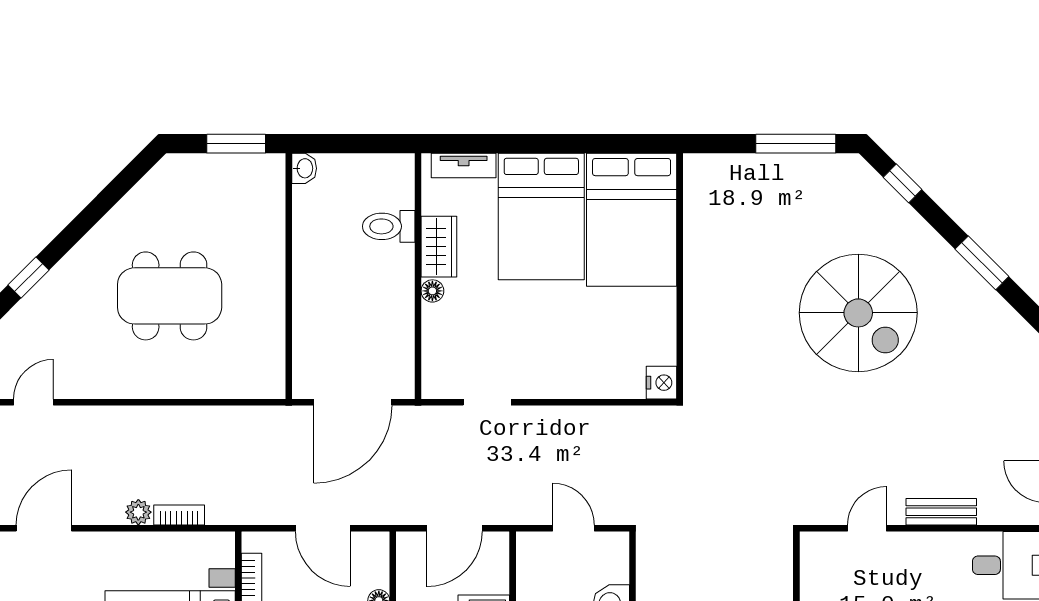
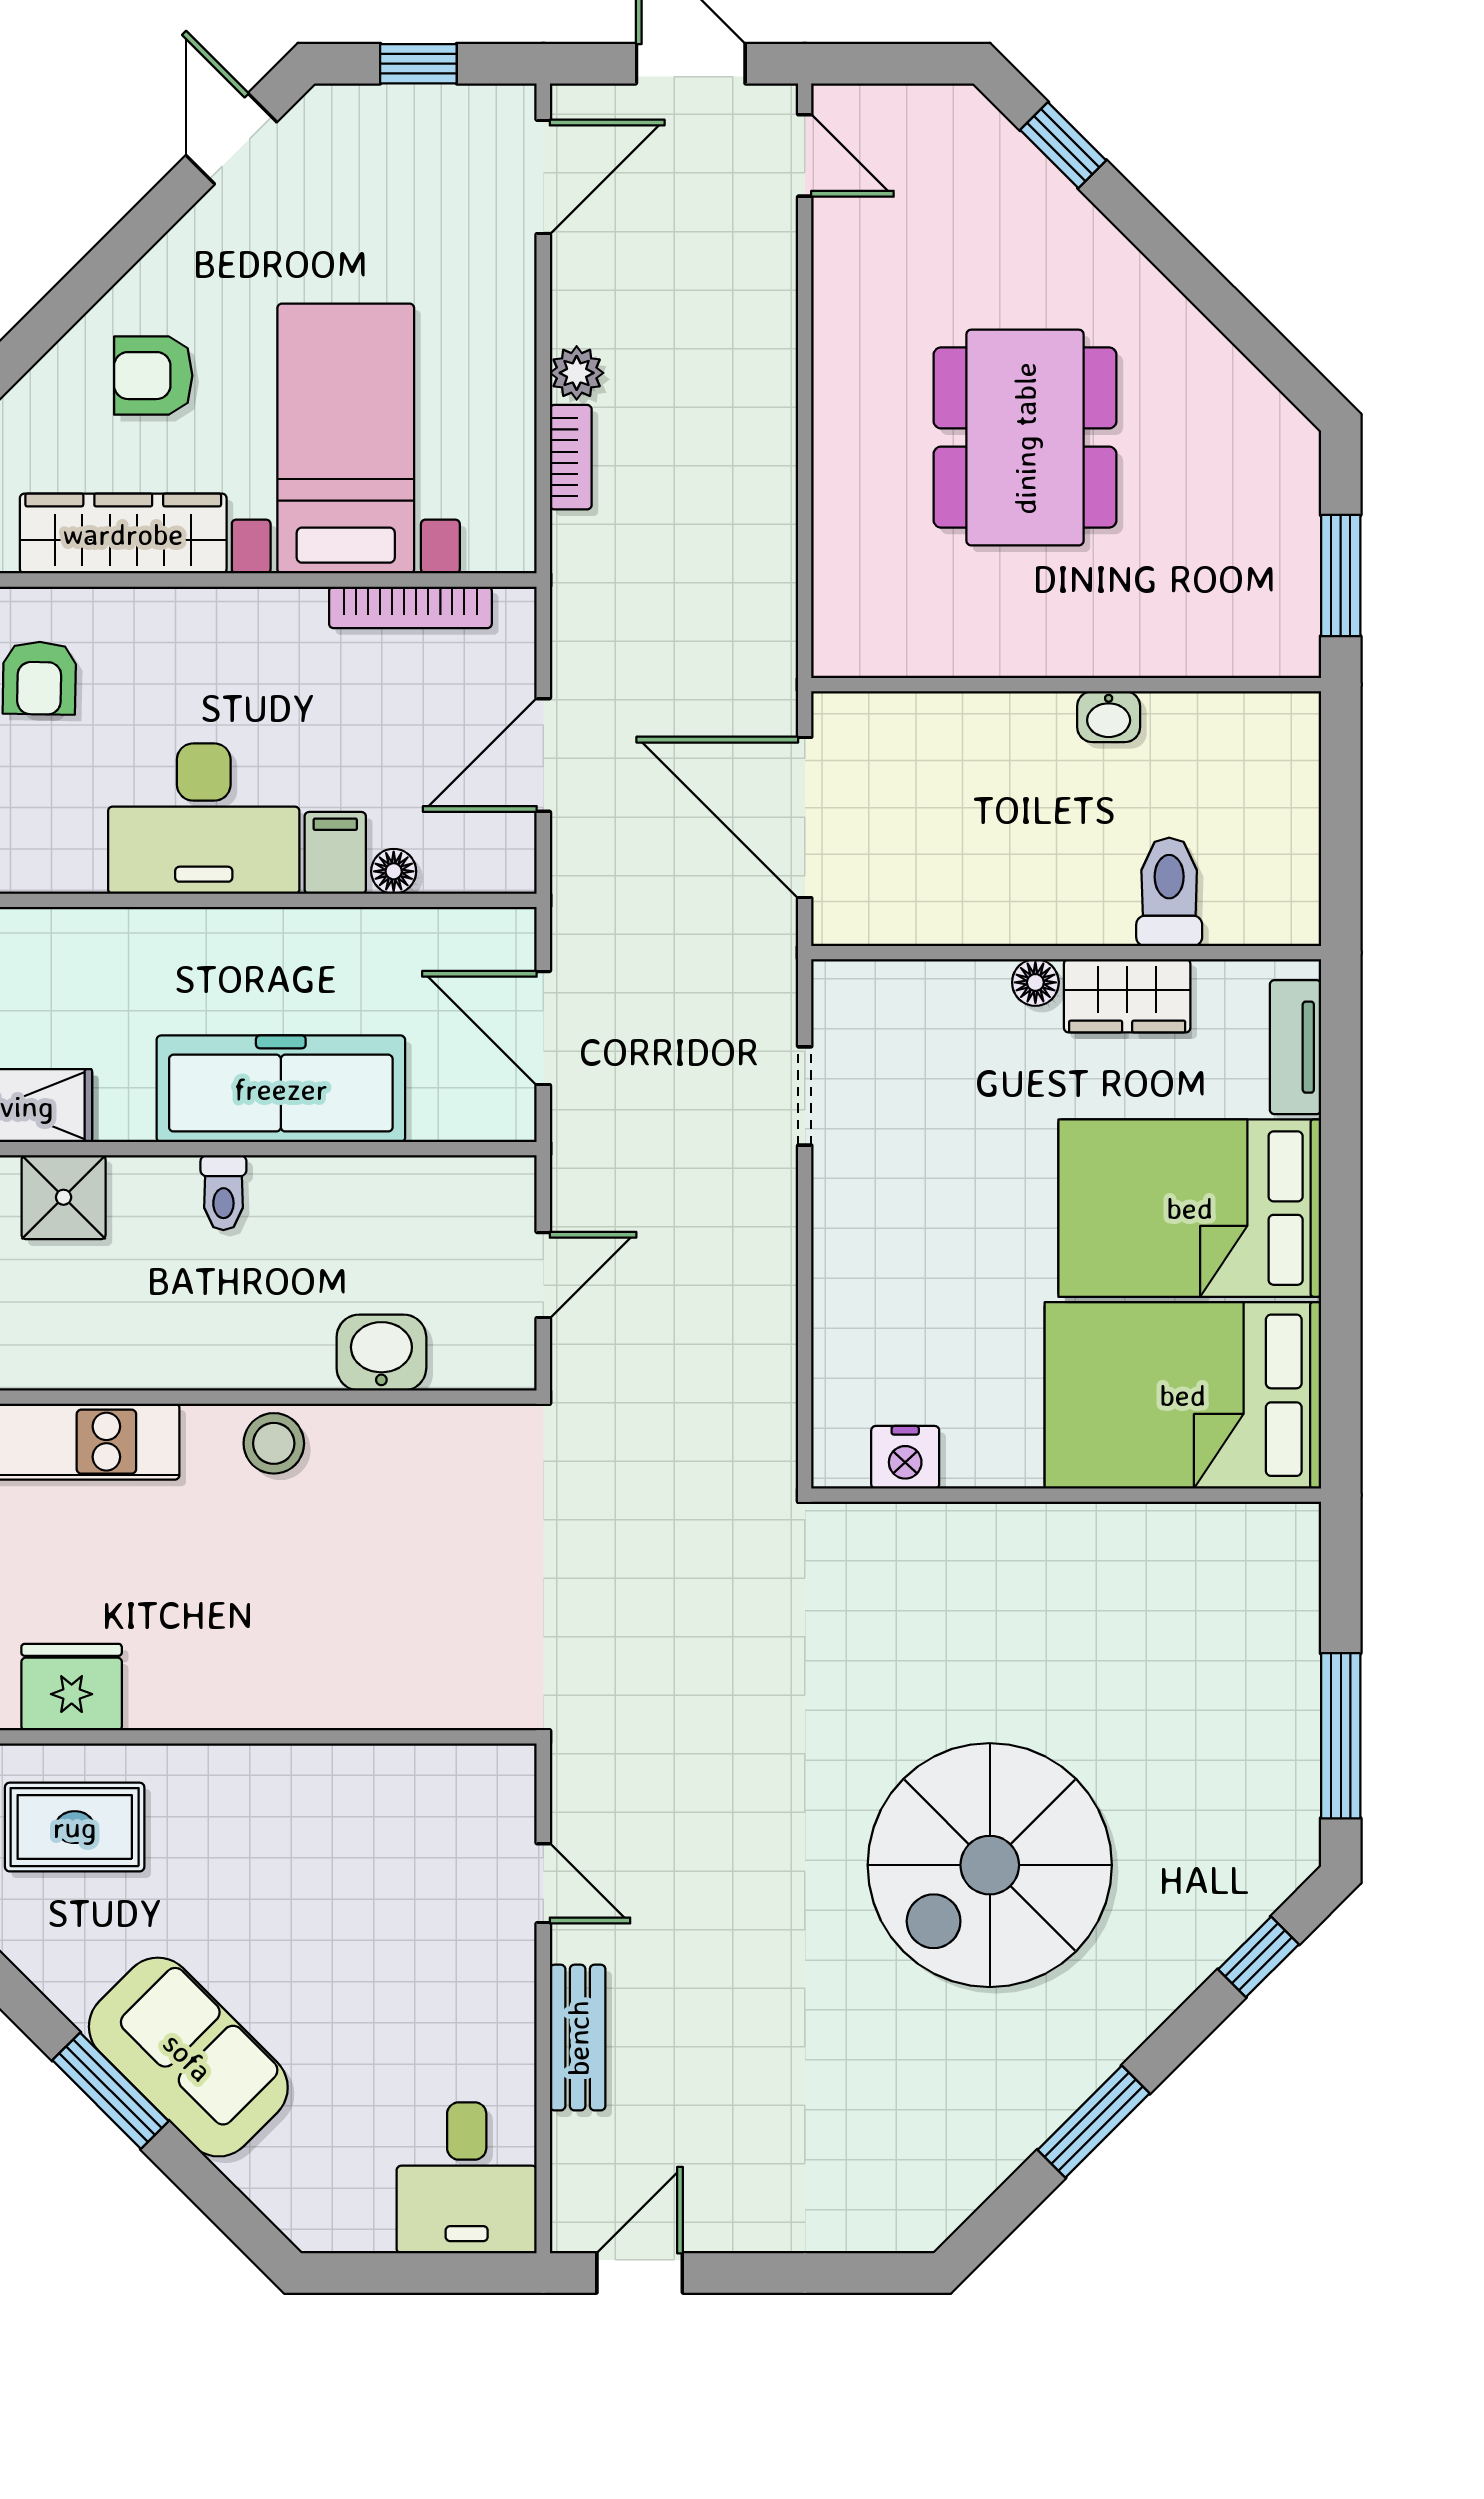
washbasin: (304, 168) -> (1109, 717), moved
nightstand: (661, 383) -> (905, 1457), moved
door: (44, 528) -> (543, 177), hinge flipped

